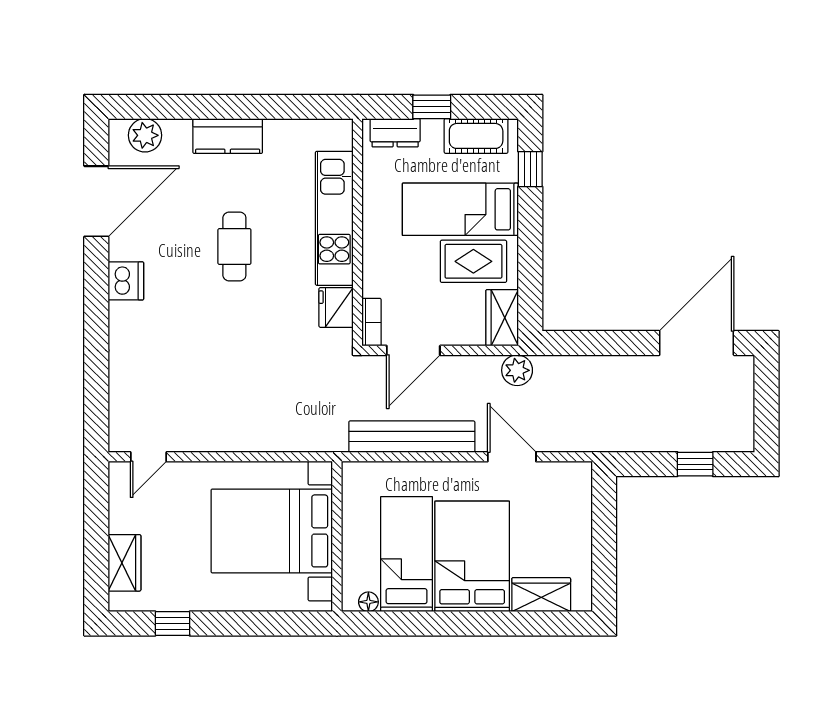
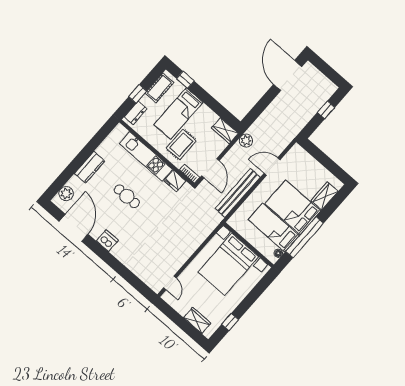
rug: (473, 261) -> (181, 144), moved
window: (437, 624) -> (305, 237), added

